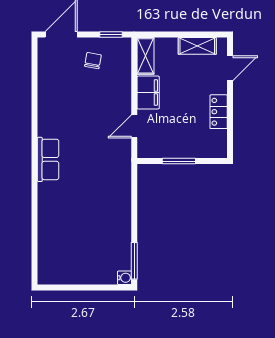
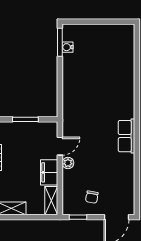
plant: (124, 105) -> (68, 163), added
row of seats: (48, 159) -> (127, 136), moved
water cooler: (124, 278) -> (67, 47), moved

